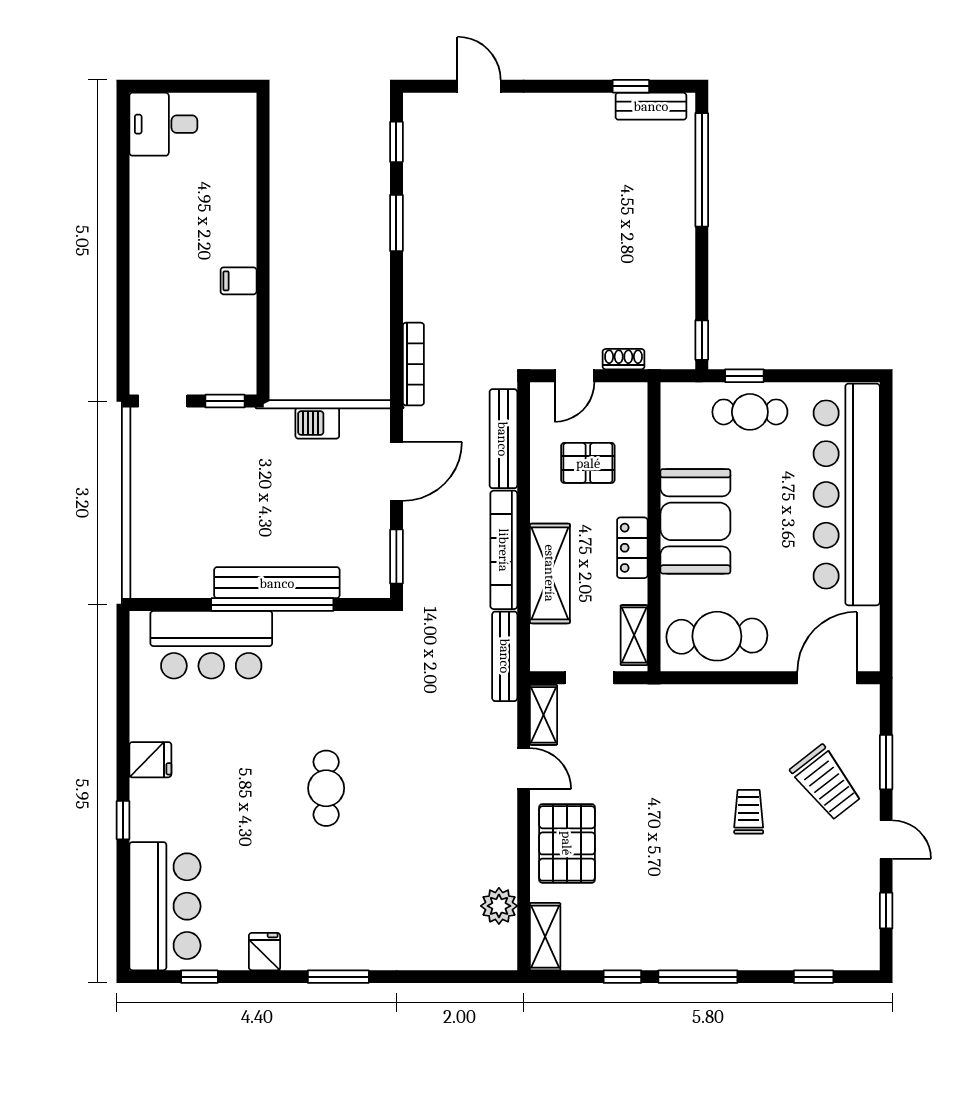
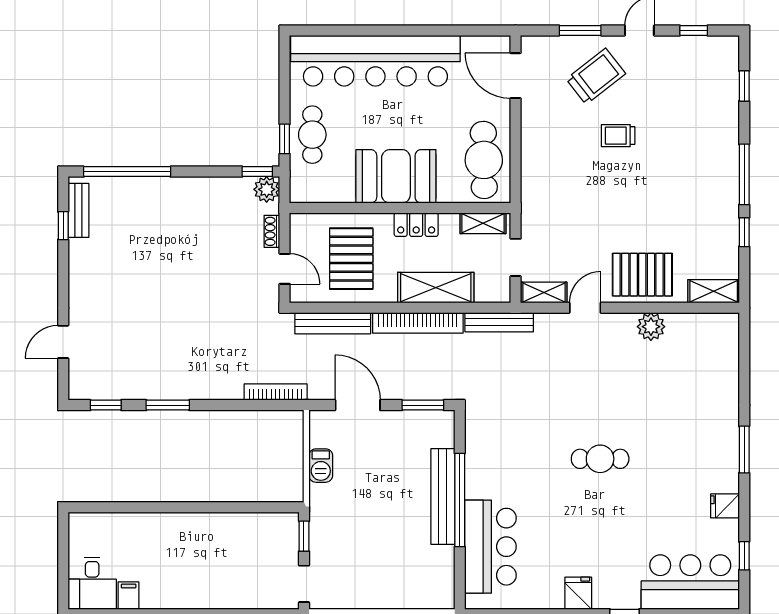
filing cabinet: (239, 281) -> (129, 596), moved, turned 180
plant: (678, 352) -> (267, 189), added
pallet: (588, 463) -> (351, 259), width x1.50, depth x1.42
plant: (499, 906) -> (651, 327), moved

